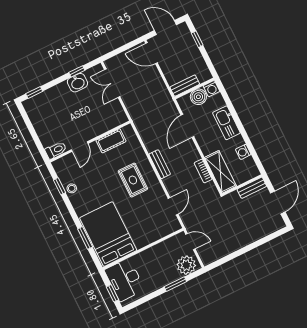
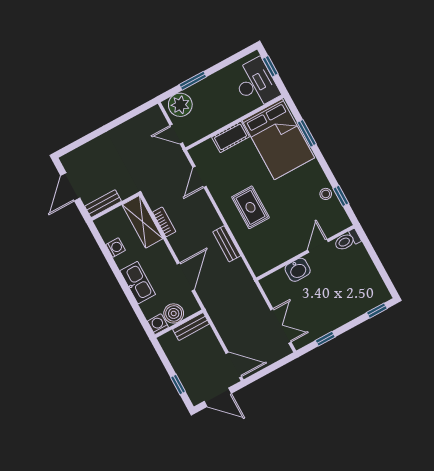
washbasin: (77, 83) -> (298, 270), moved, turned 180
cot: (111, 141) -> (231, 137), moved
bench: (160, 164) -> (227, 244), moved

